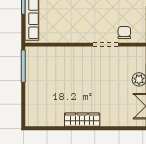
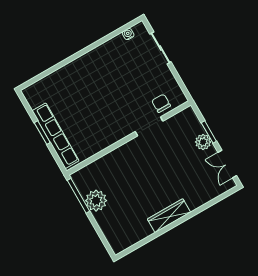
plant: (34, 77) -> (96, 201), added

